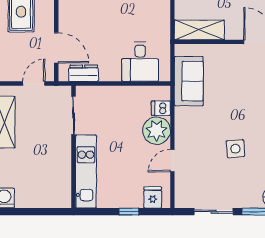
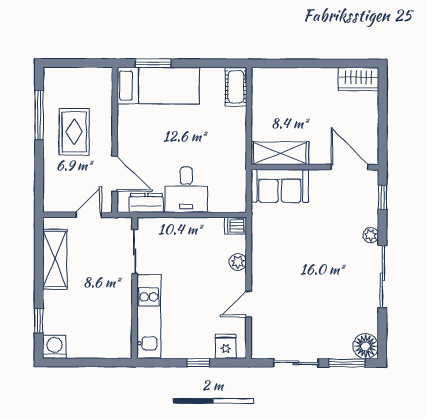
desk: (140, 62) -> (186, 190), moved
sofa: (189, 81) -> (280, 186), moved, turned 90
dishwasher: (161, 108) -> (235, 226), moved
plant: (157, 131) -> (238, 262), width x0.53, depth x0.53
side table: (235, 149) -> (321, 290), removed

